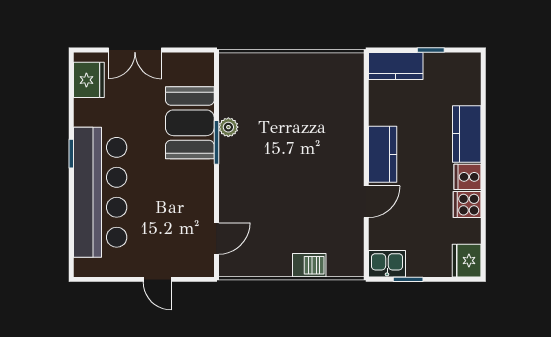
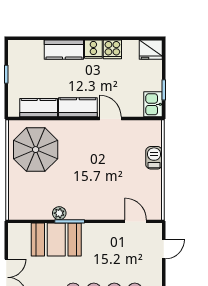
kitchen counter: (396, 66) -> (39, 108), moved, turned -90
parasol: (321, 93) -> (36, 150), added
door: (157, 279) -> (164, 249), moved

